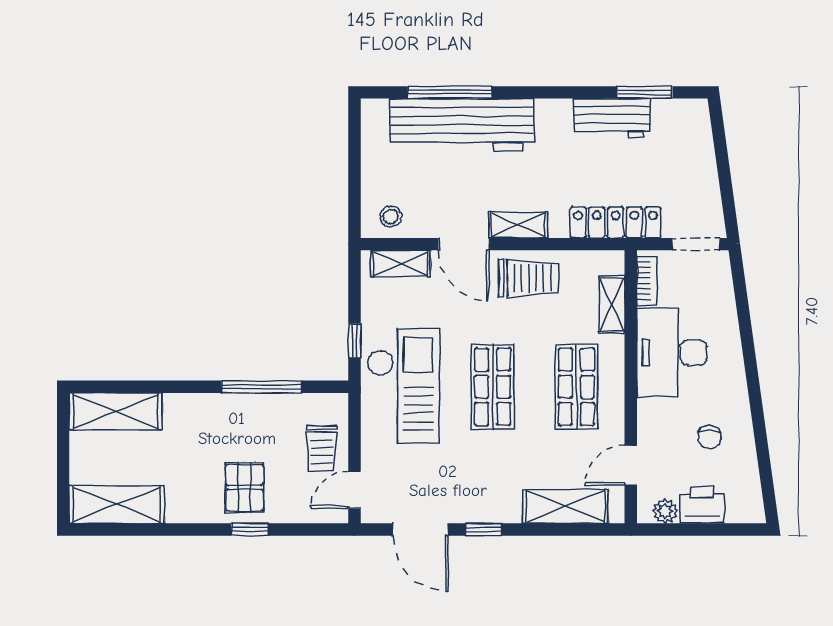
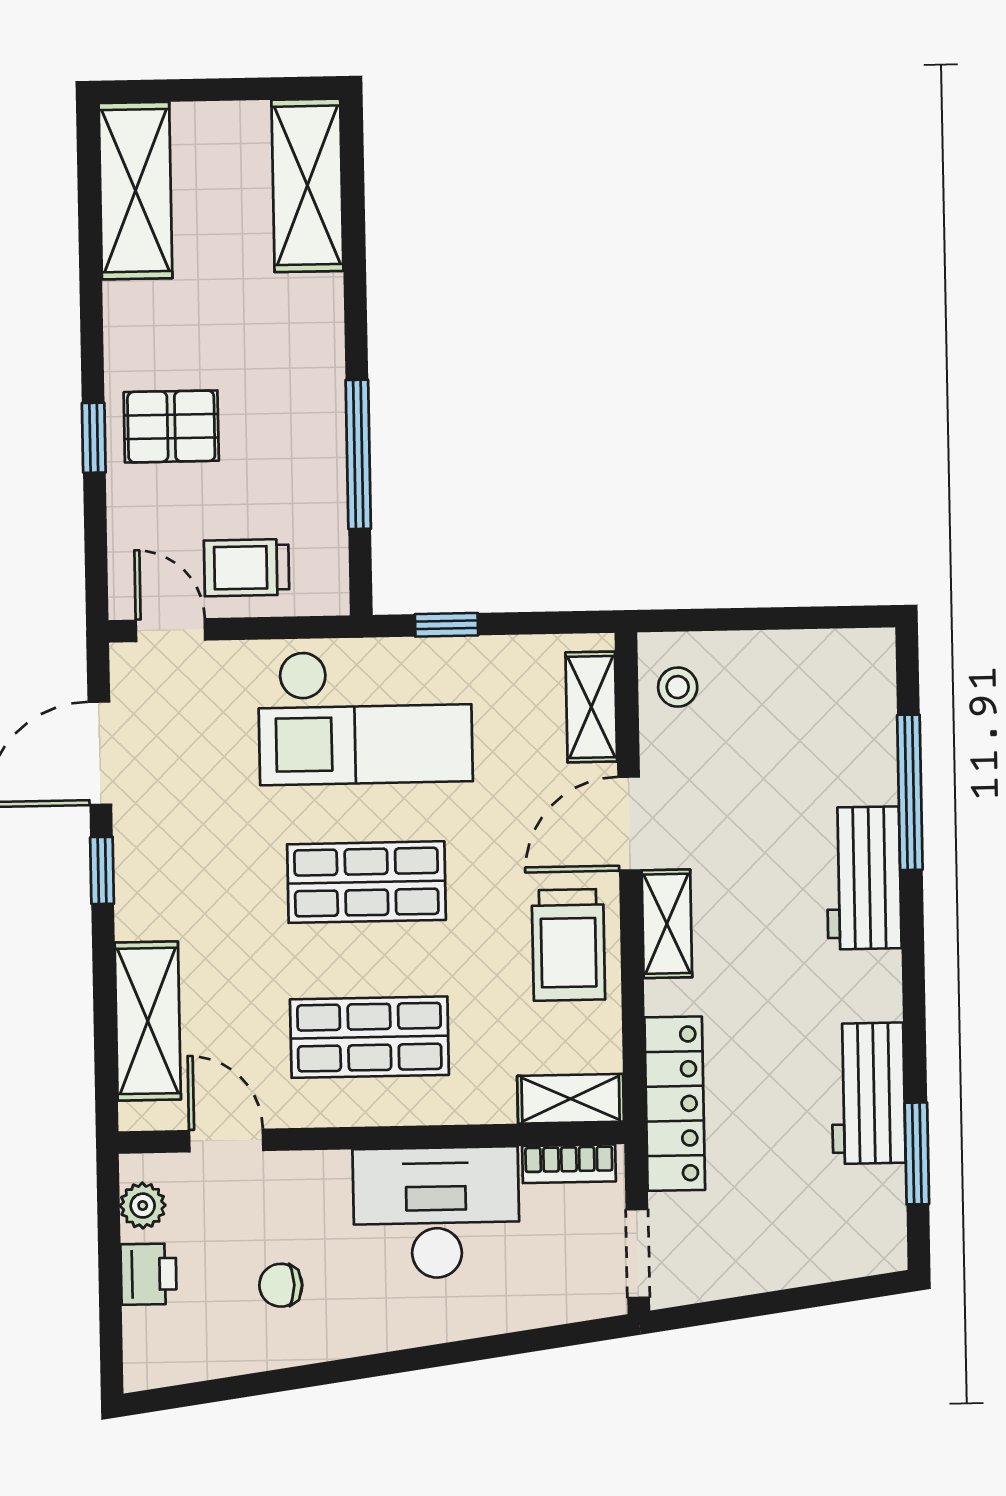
workbench: (462, 125) -> (864, 878), width x0.53, depth x0.76
shelving: (612, 304) -> (571, 1099), moved
printer: (702, 505) -> (149, 1274), width x0.73, depth x0.81

